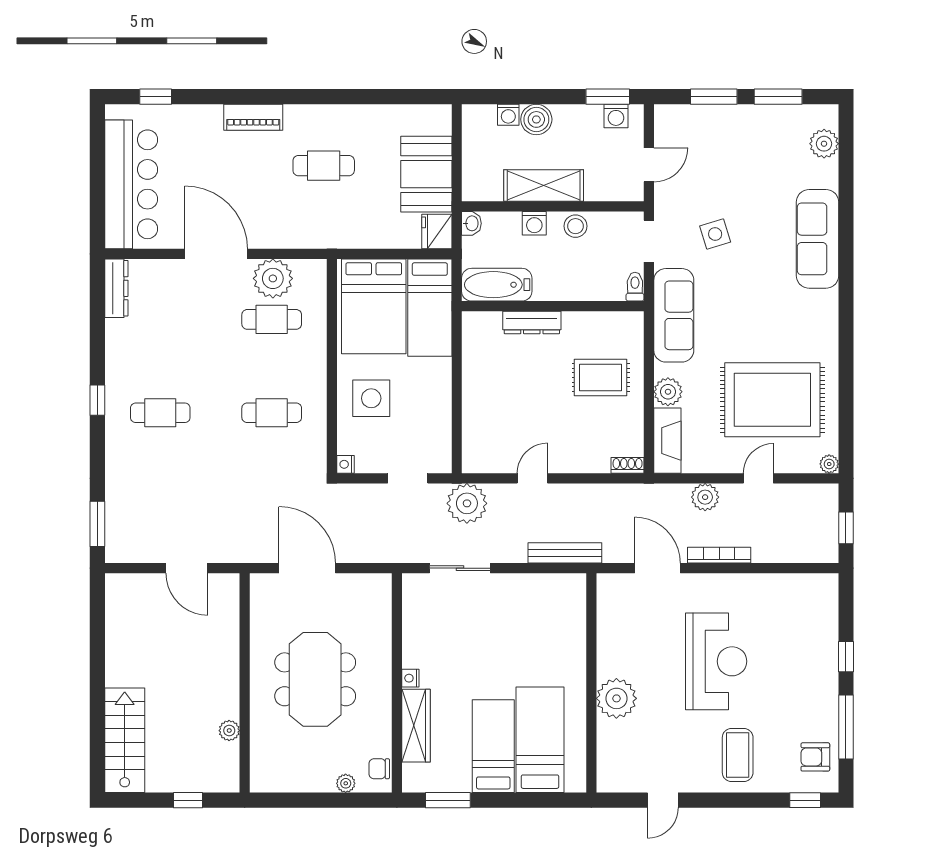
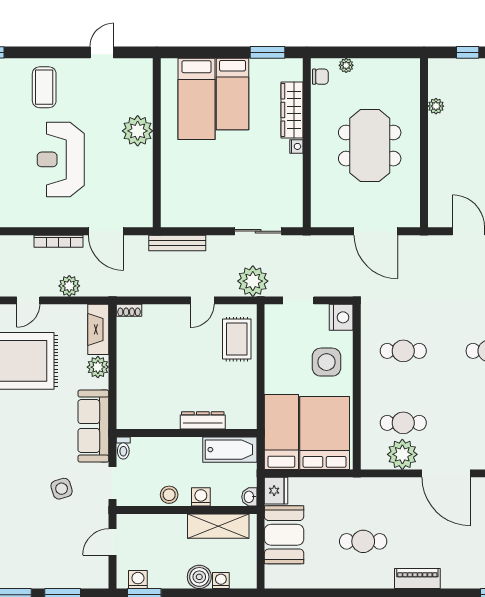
shelving: (544, 185) -> (218, 526), moved
rug: (601, 378) -> (237, 339), moved, turned 90
nightstand: (345, 464) -> (341, 317), width x1.89, depth x1.79

